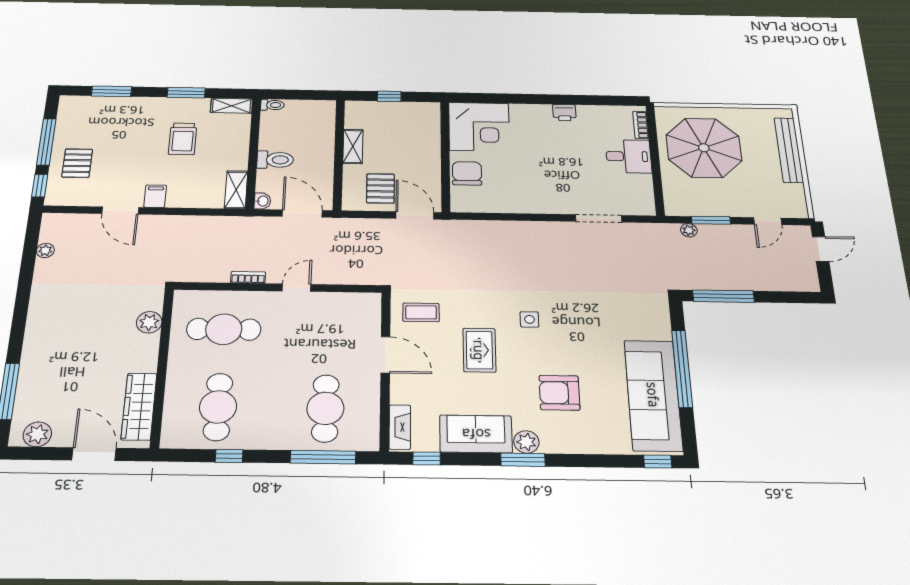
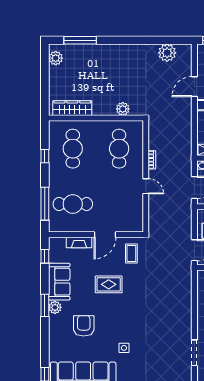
plant: (45, 250) -> (167, 53), width x1.87, depth x1.87
side table: (529, 319) -> (124, 348), moved
cafe table: (218, 407) -> (73, 149), turned 90
fireplace: (400, 427) -> (79, 243), moved
door: (94, 454) -> (45, 88), removed

